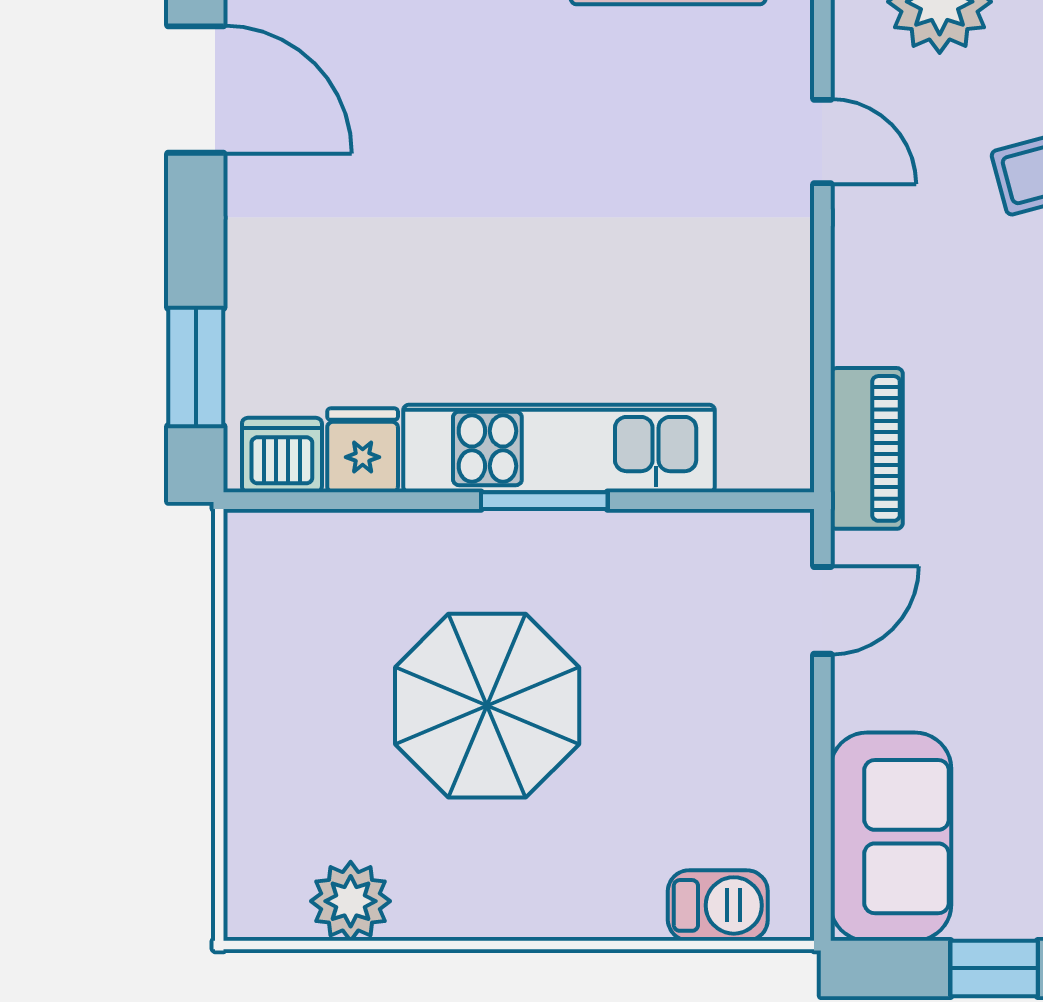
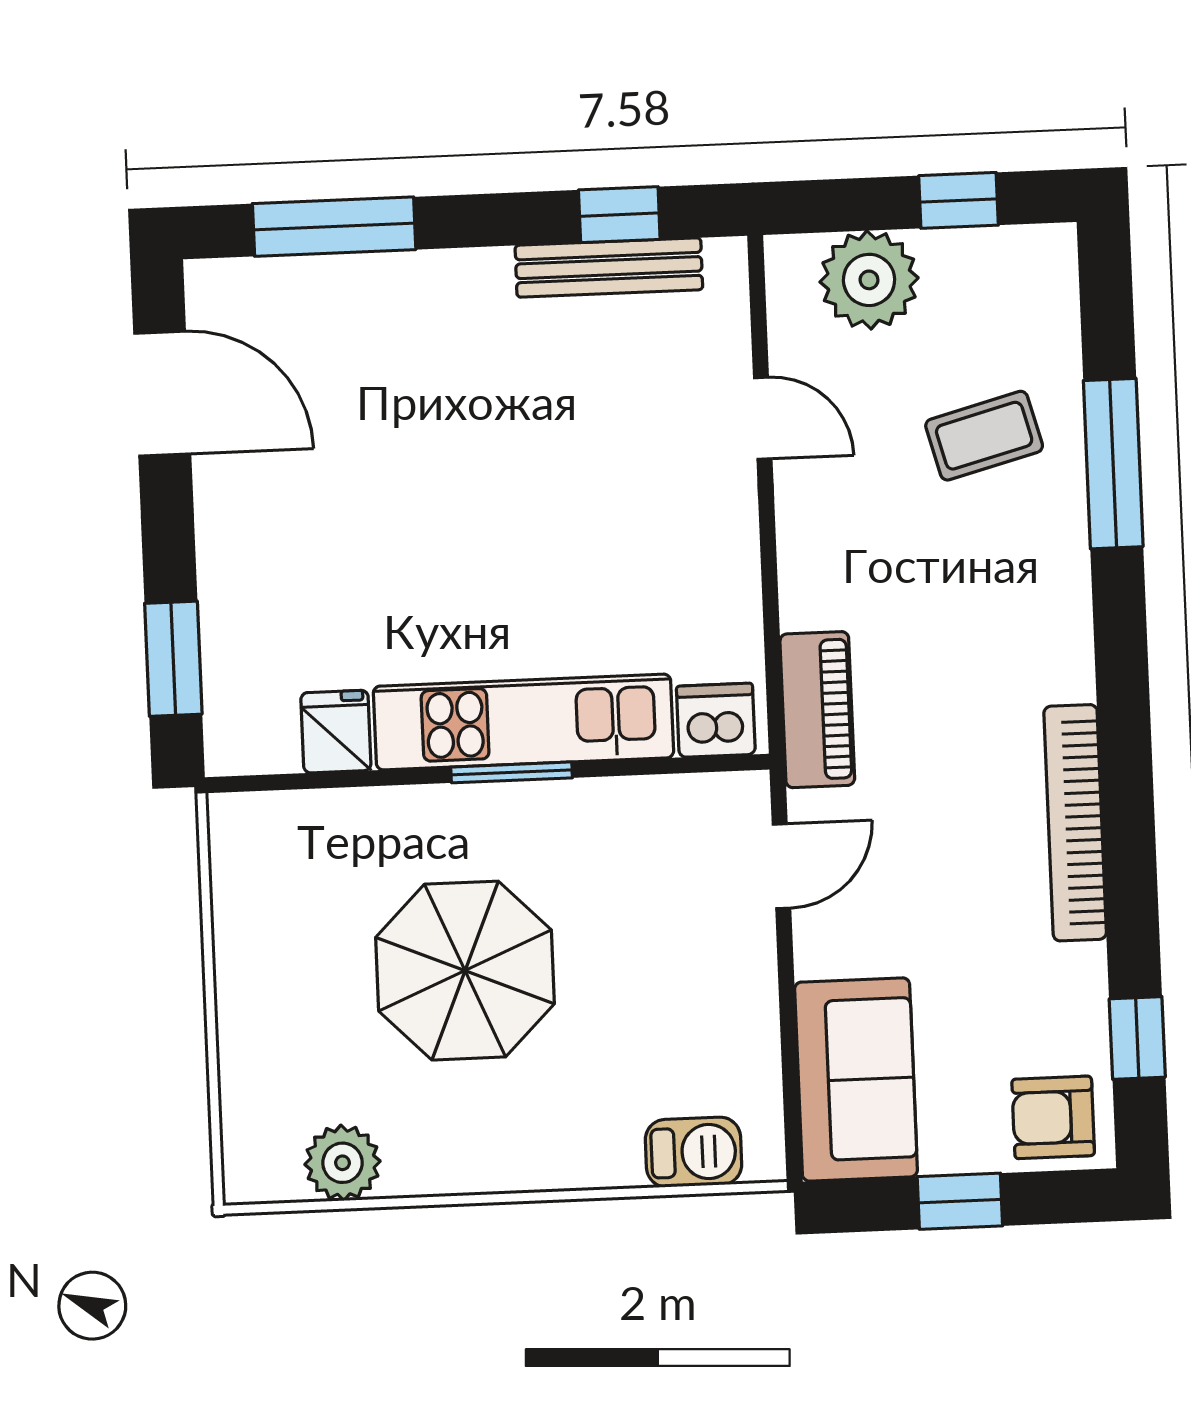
dishwasher: (282, 455) -> (716, 720), moved

